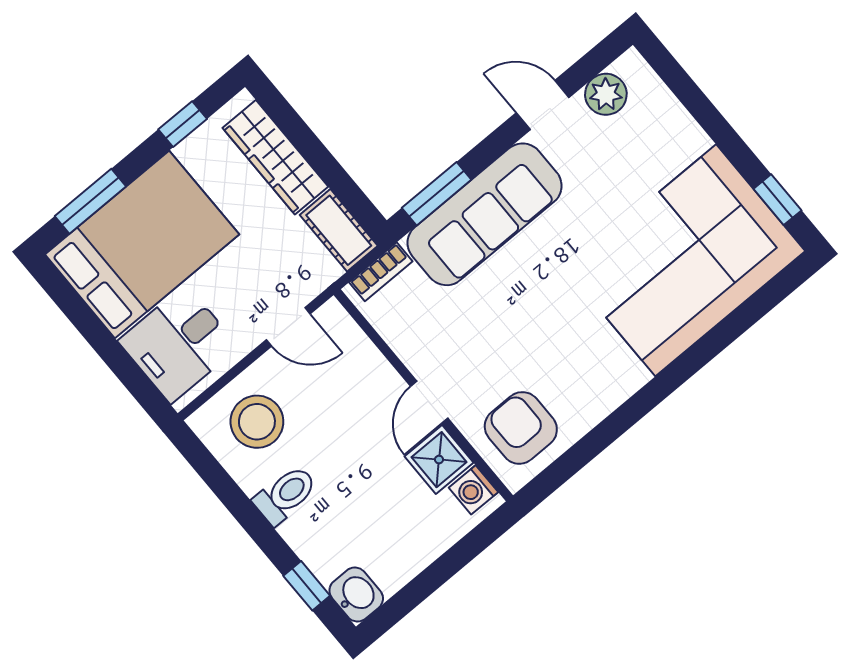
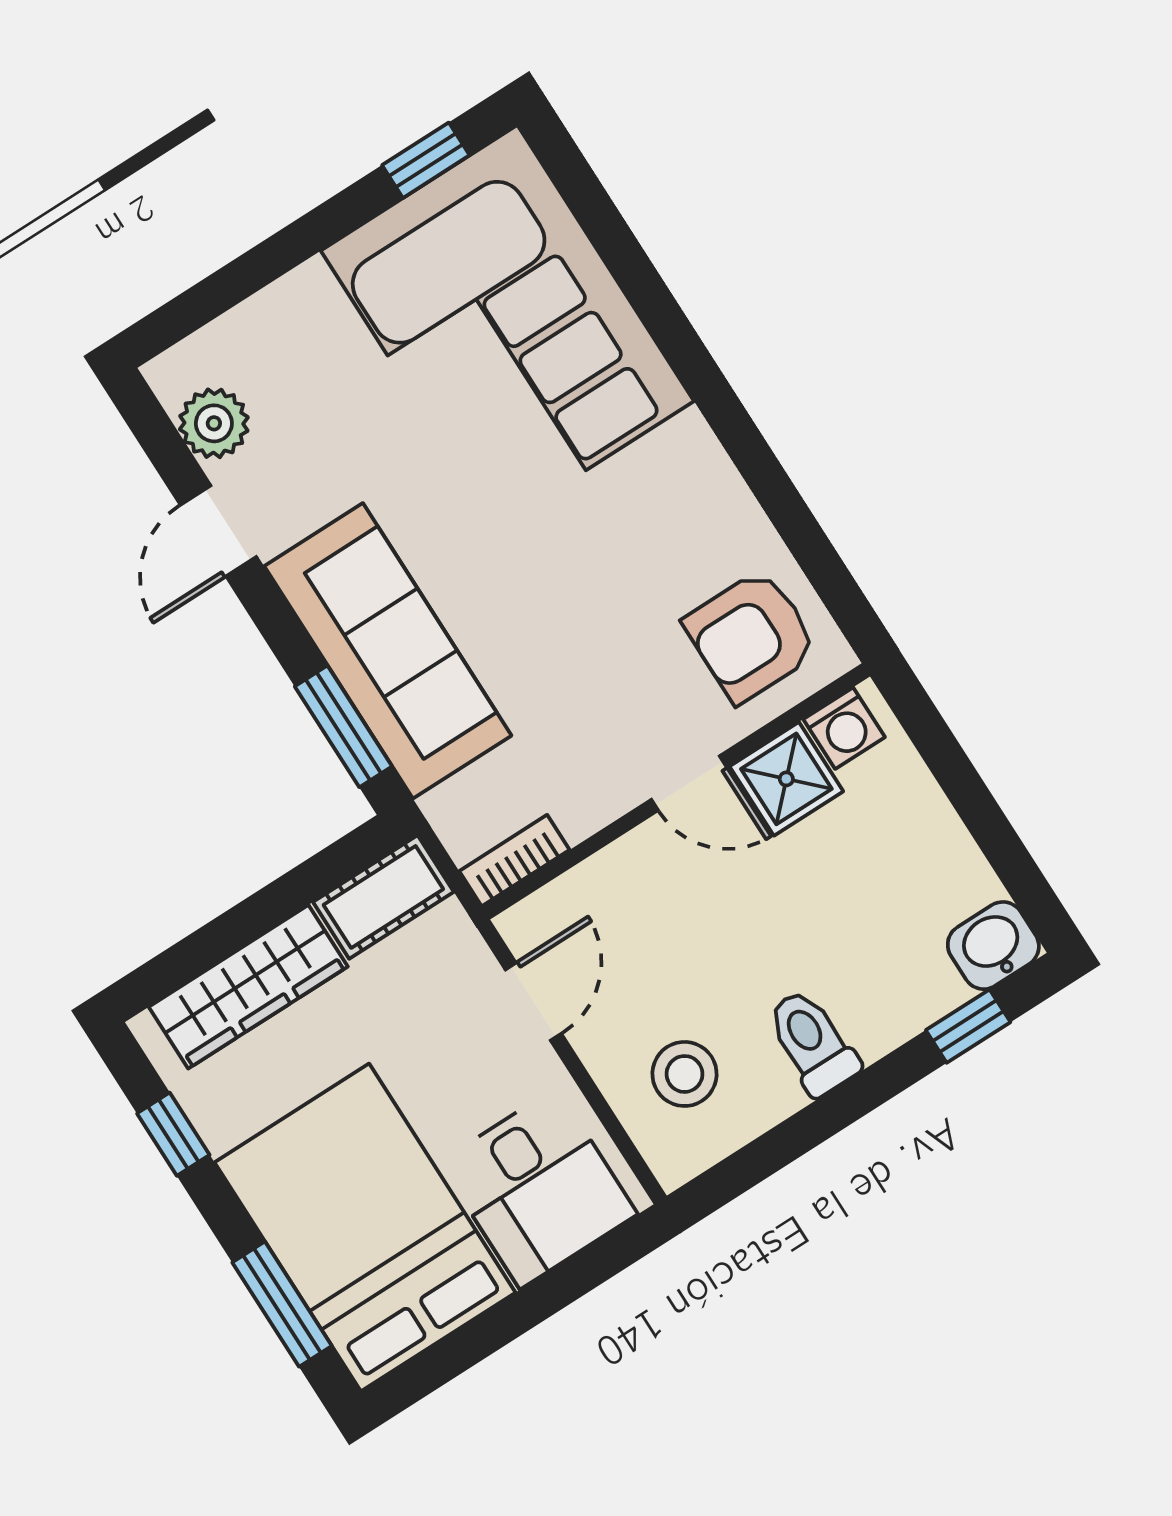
bookcase: (381, 272) -> (514, 861), moved, turned -90
stool: (257, 422) -> (684, 1074), width x0.73, depth x0.73

